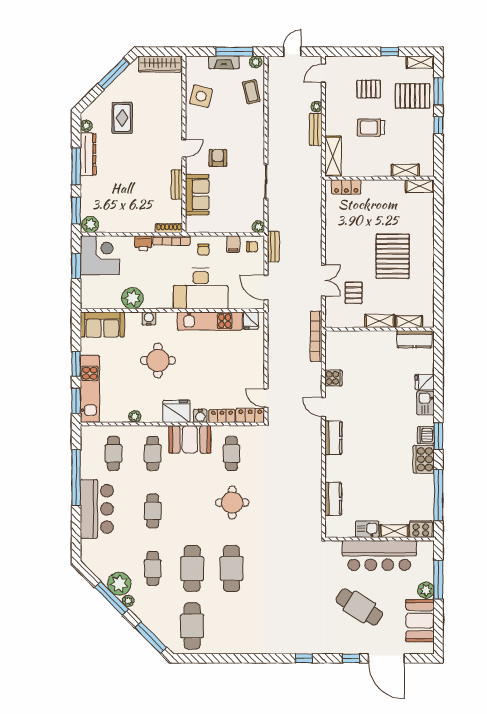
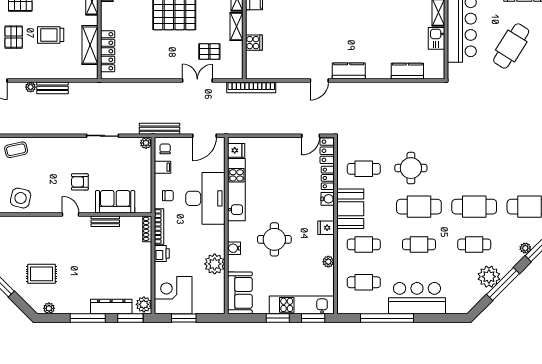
trolley: (371, 128) -> (51, 35), turned 90
dresser: (88, 154) -> (111, 307), moved
shelving: (333, 156) -> (90, 45), moved, turned 90
locker: (346, 187) -> (108, 51), width x1.53
bench: (273, 247) -> (160, 129), width x1.36
cooker: (333, 378) -> (254, 43), moved, turned 90
fridge: (176, 411) -> (326, 228), width x0.53, depth x0.75
cafe table: (231, 568) -> (419, 207), moved
plant: (128, 601) -> (525, 248), moved

